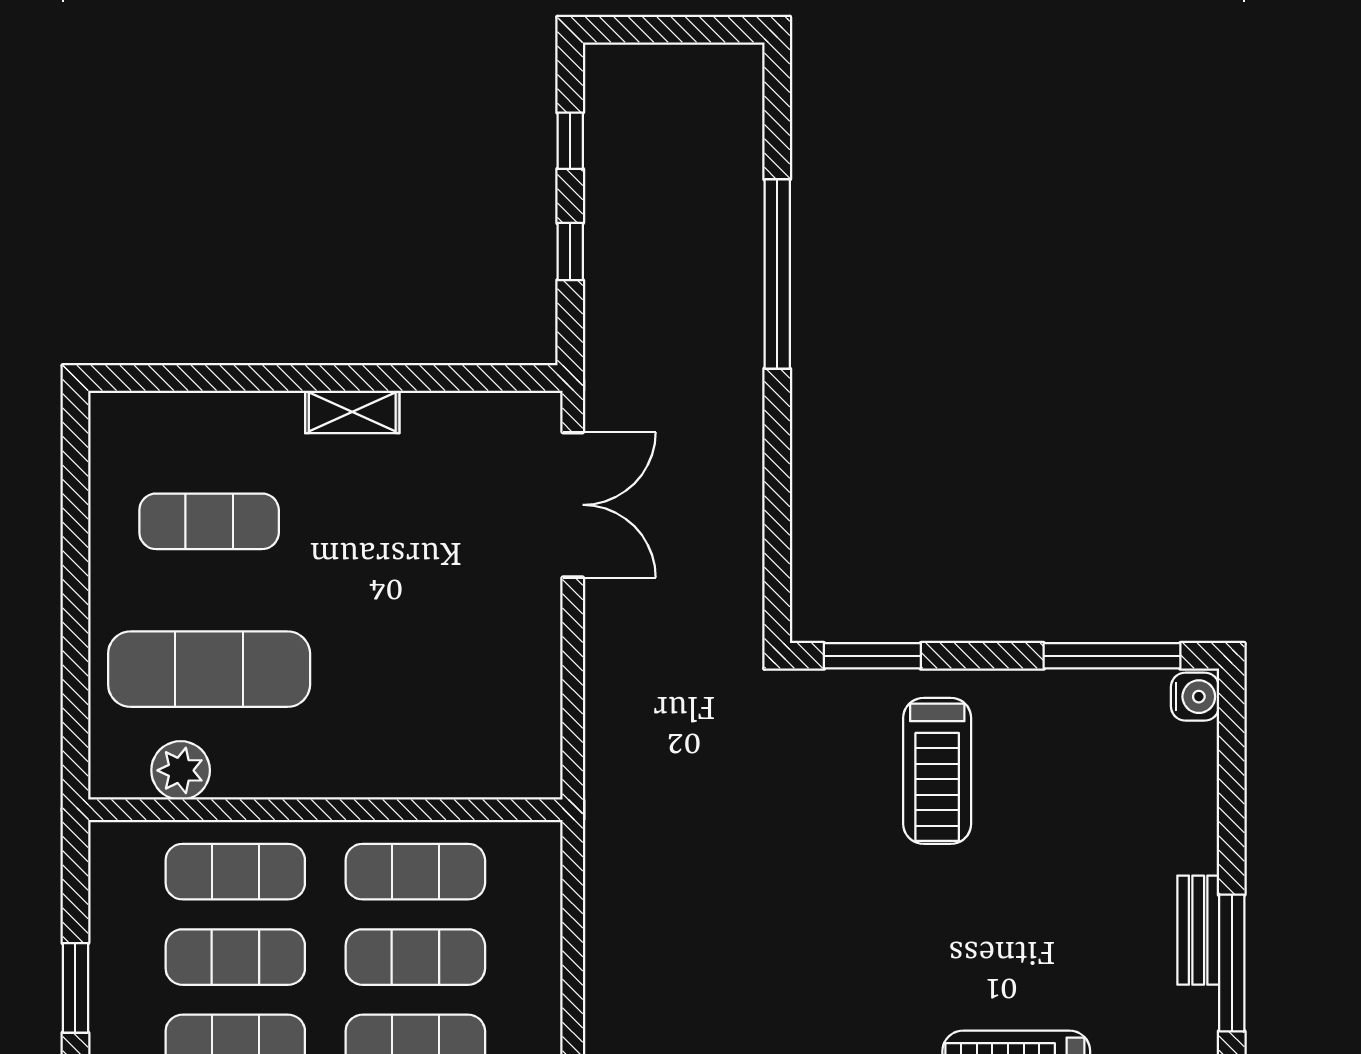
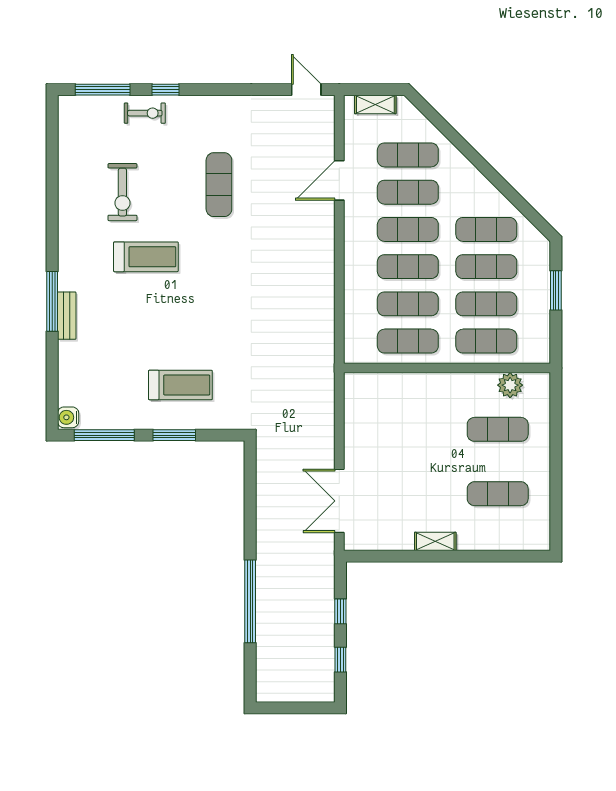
window: (872, 656) -> (174, 435), moved
exercise mat: (209, 669) -> (498, 429), width x0.73, depth x0.69
treadmill: (937, 771) -> (180, 385), turned 90

